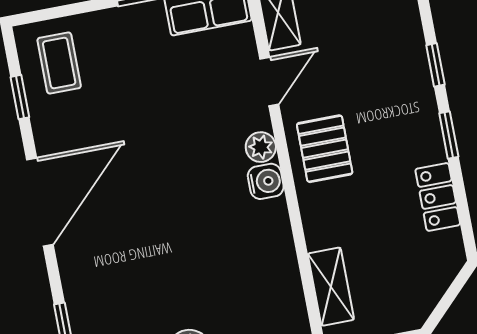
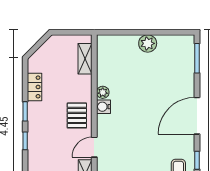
plant: (261, 147) -> (103, 92), moved

